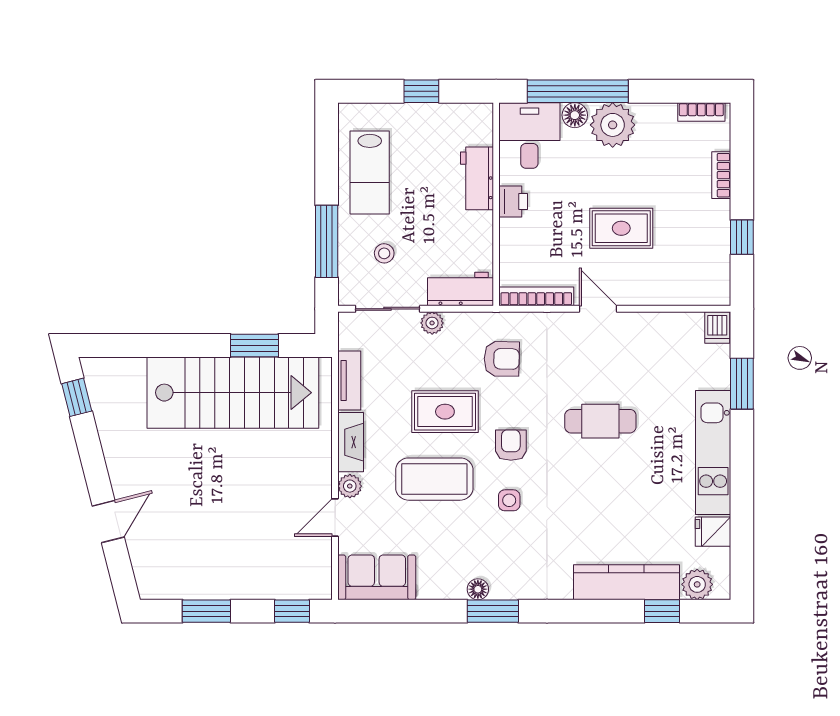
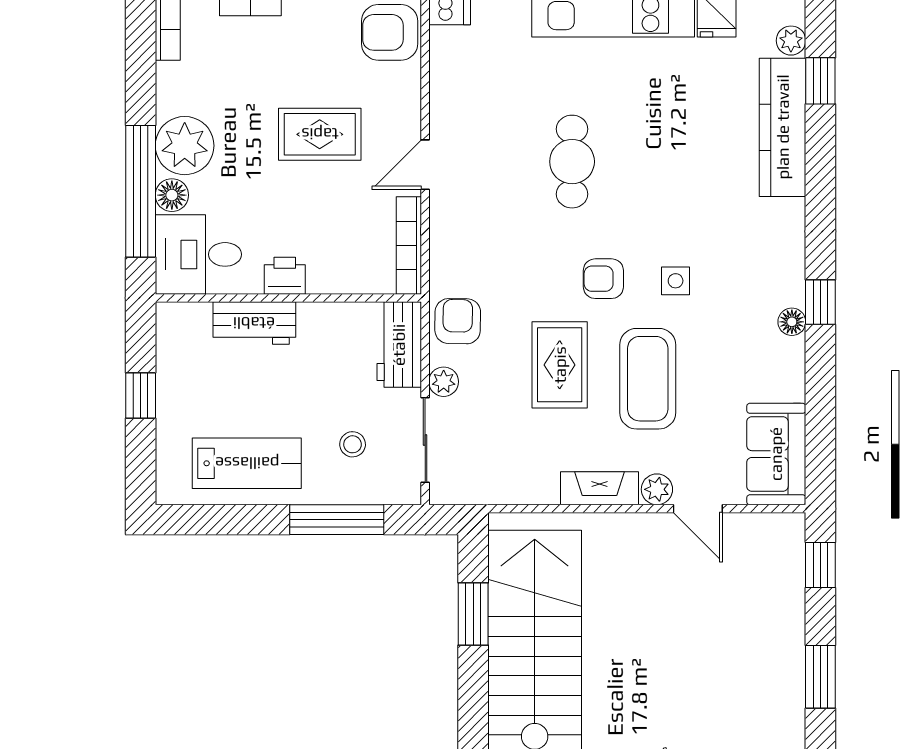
rug: (621, 228) -> (320, 134), turned 90
armchair: (699, 282) -> (390, 32), added
armchair: (502, 359) -> (458, 321), moved
tv unit: (349, 381) -> (519, 490), removed
plant: (697, 584) -> (791, 41), width x0.73, depth x0.73
window: (493, 611) -> (820, 302), width x0.67

